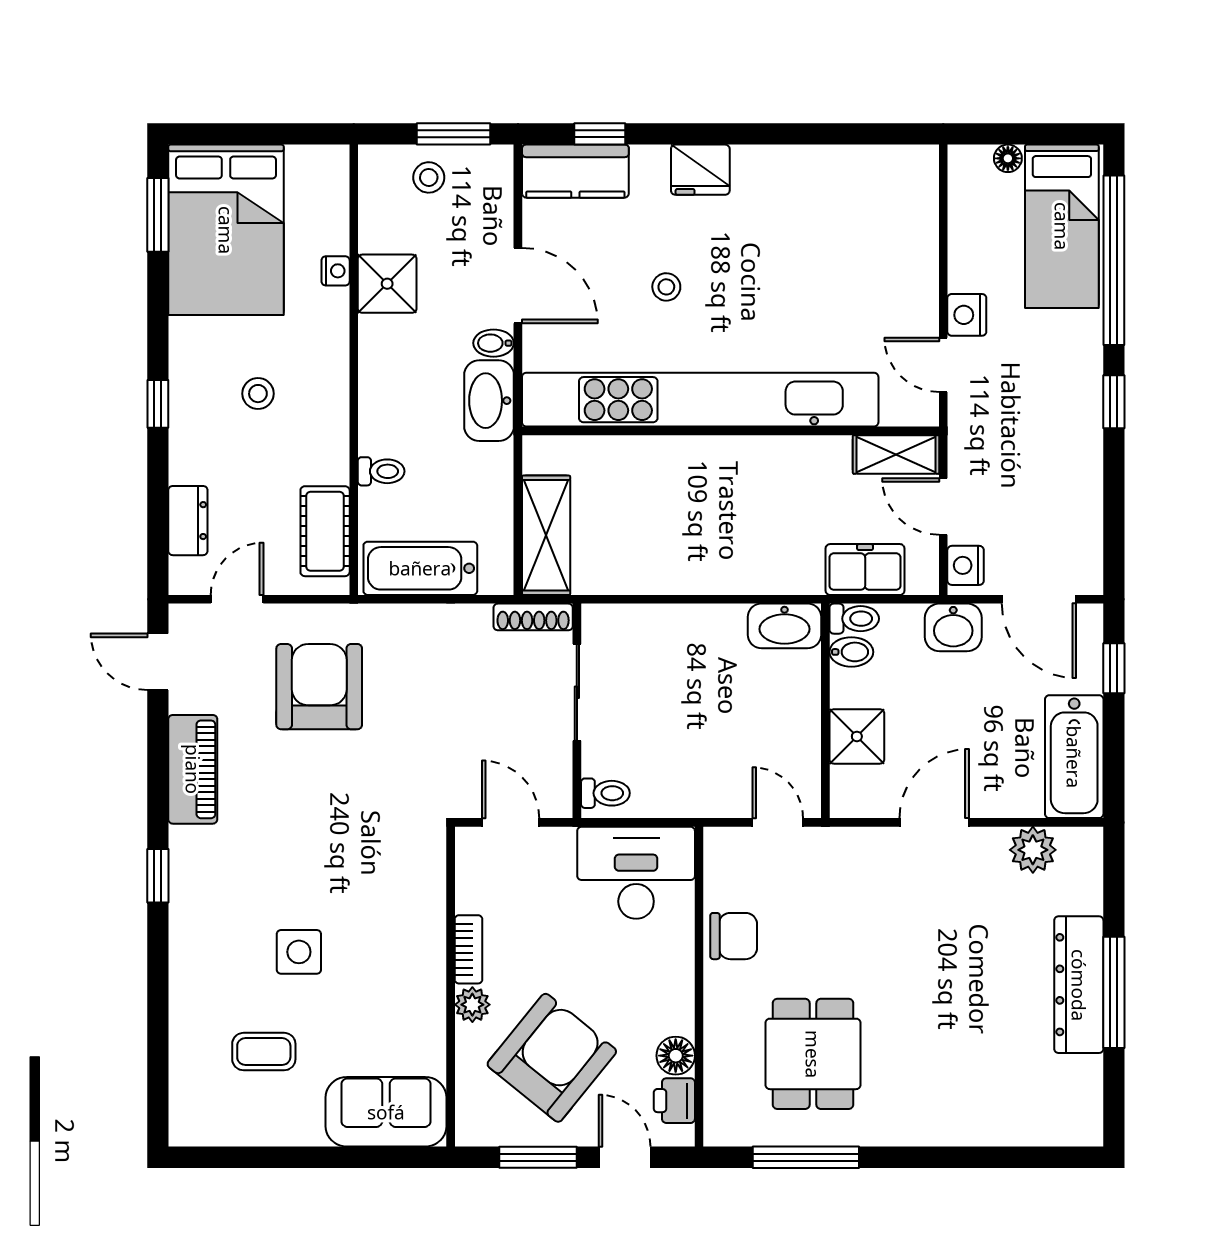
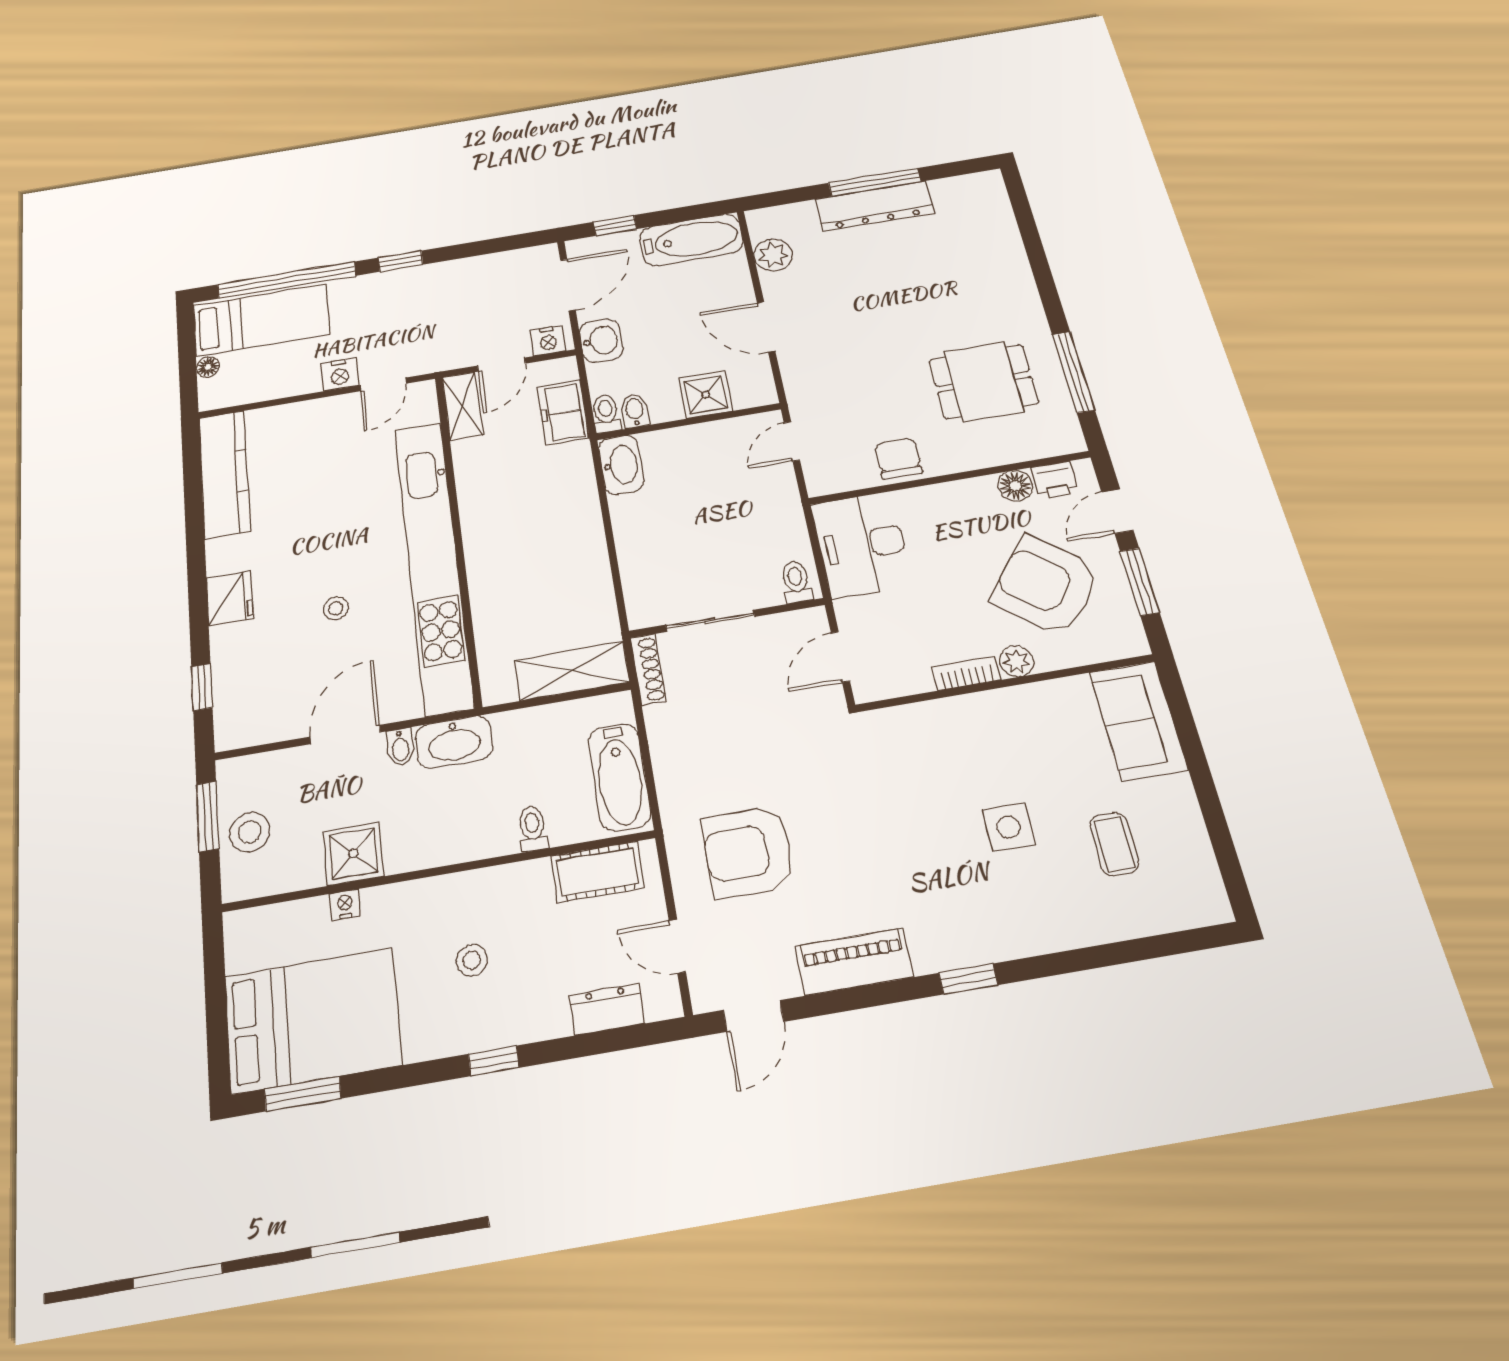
kitchen counter: (575, 171) -> (224, 474), moved, width x1.50
stool: (429, 177) -> (250, 832), width x1.37, depth x1.37

